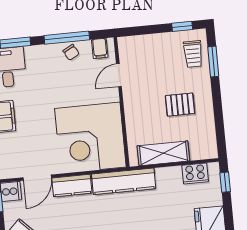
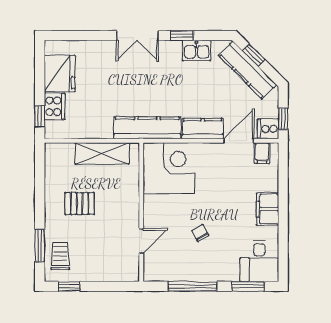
filing cabinet: (100, 48) -> (262, 153), moved, turned 180
chair: (71, 52) -> (200, 233), moved
corner desk: (90, 138) -> (169, 168), width x0.74, depth x0.74
cooker: (195, 174) -> (55, 106), moved, turned 90

